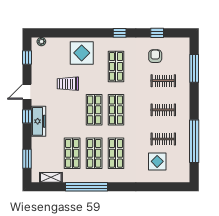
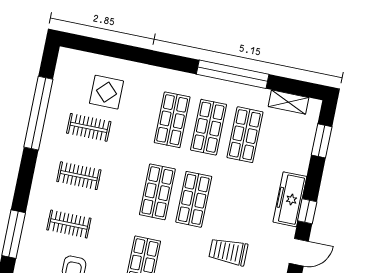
trolley: (68, 84) -> (228, 252), turned 180

